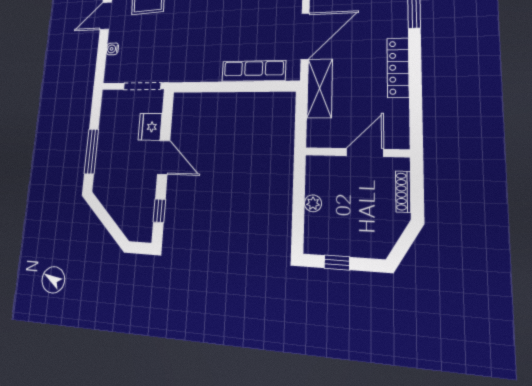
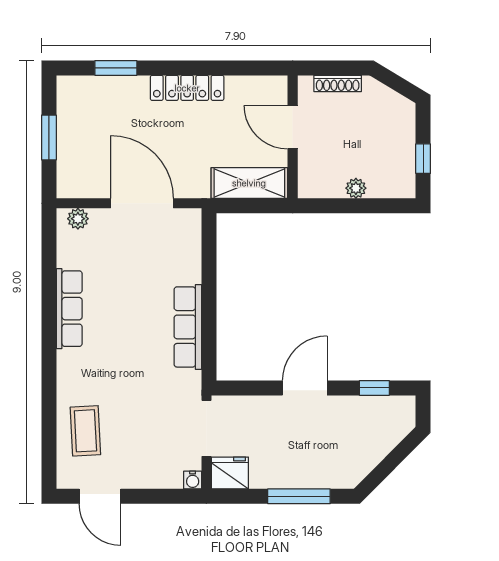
water cooler: (112, 49) -> (193, 480), moved
row of seats: (254, 71) -> (188, 327), moved
shelving: (320, 88) -> (249, 183), moved
fridge: (150, 127) -> (230, 473), moved, turned 180

